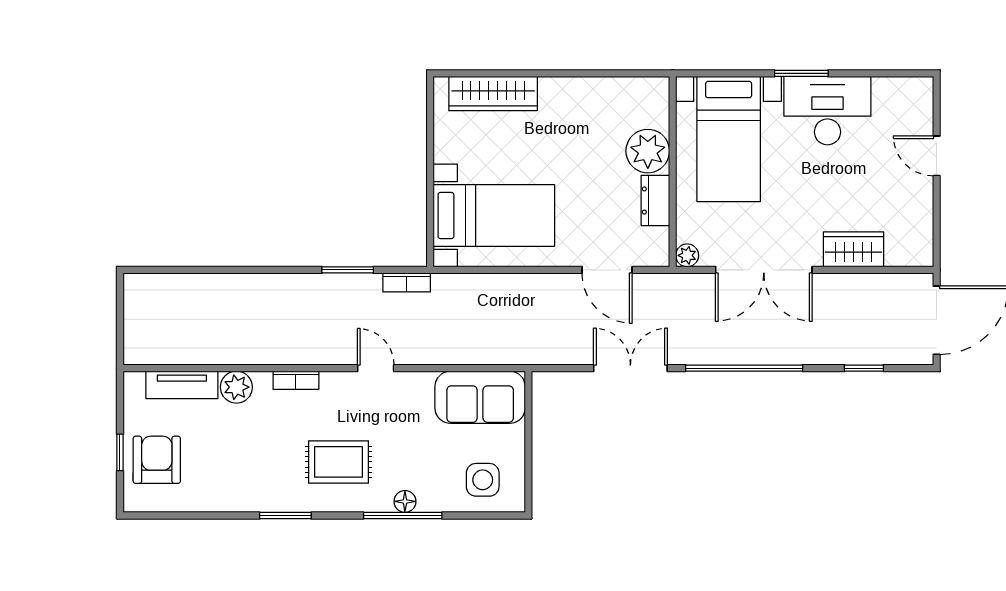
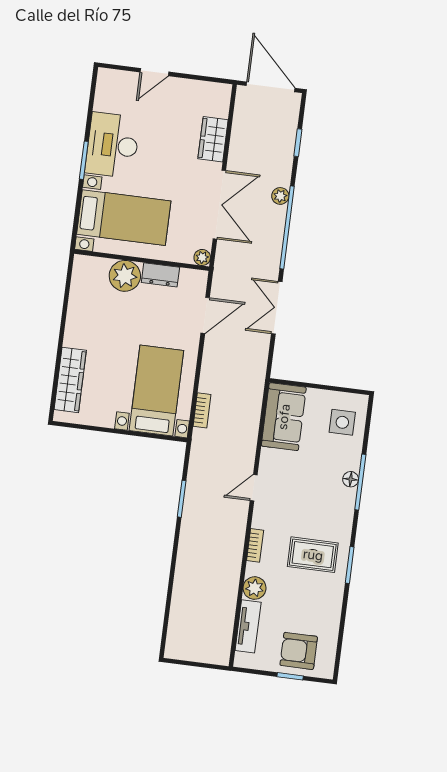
bookcase: (407, 282) -> (202, 410), moved
plant: (787, 353) -> (280, 196), added
rug: (339, 462) -> (313, 555), moved, turned 90

